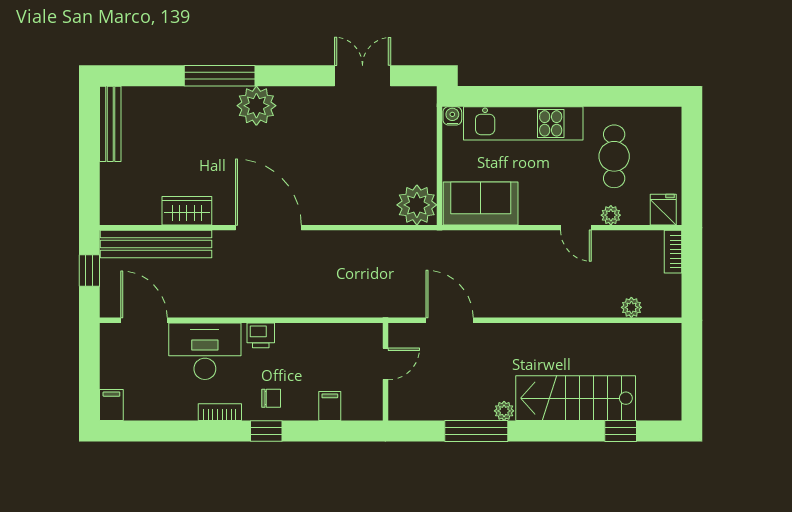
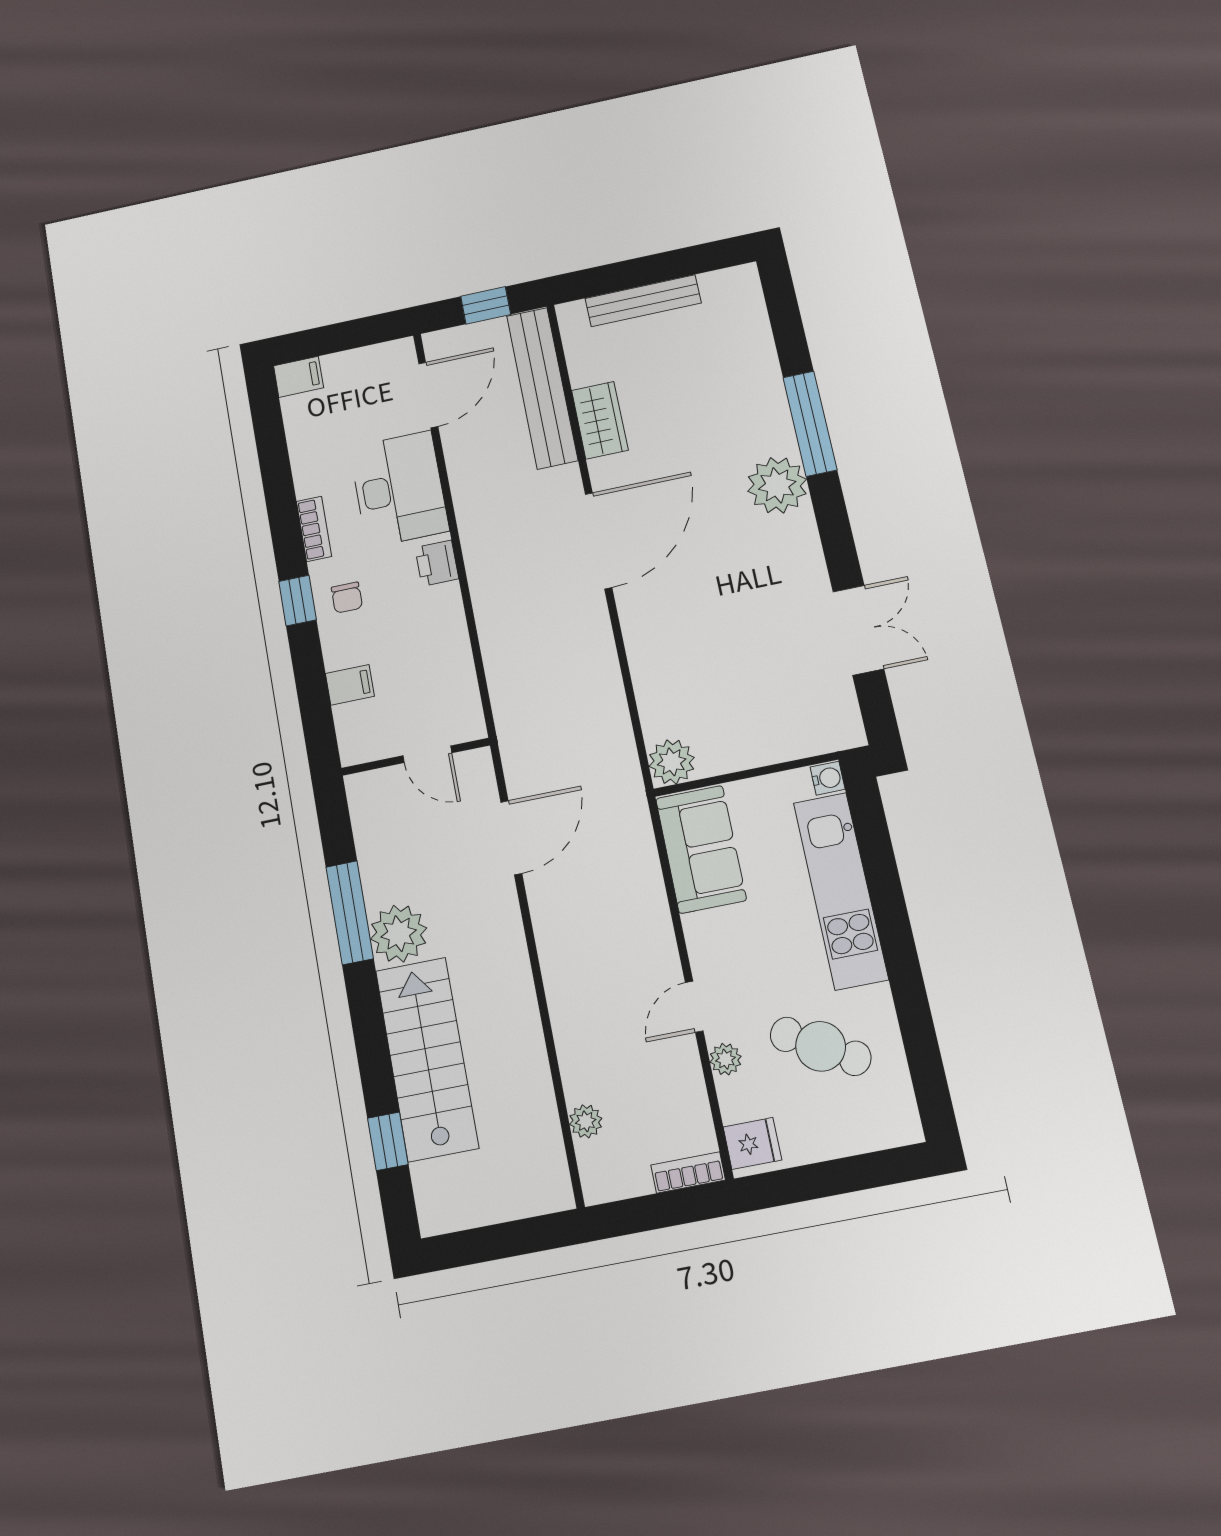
bench: (110, 124) -> (643, 301), moved
cafe table: (614, 156) -> (821, 1046), turned 30
plant: (417, 205) -> (672, 762), width x0.73, depth x0.73
plant: (504, 411) -> (399, 934), width x1.88, depth x1.88

